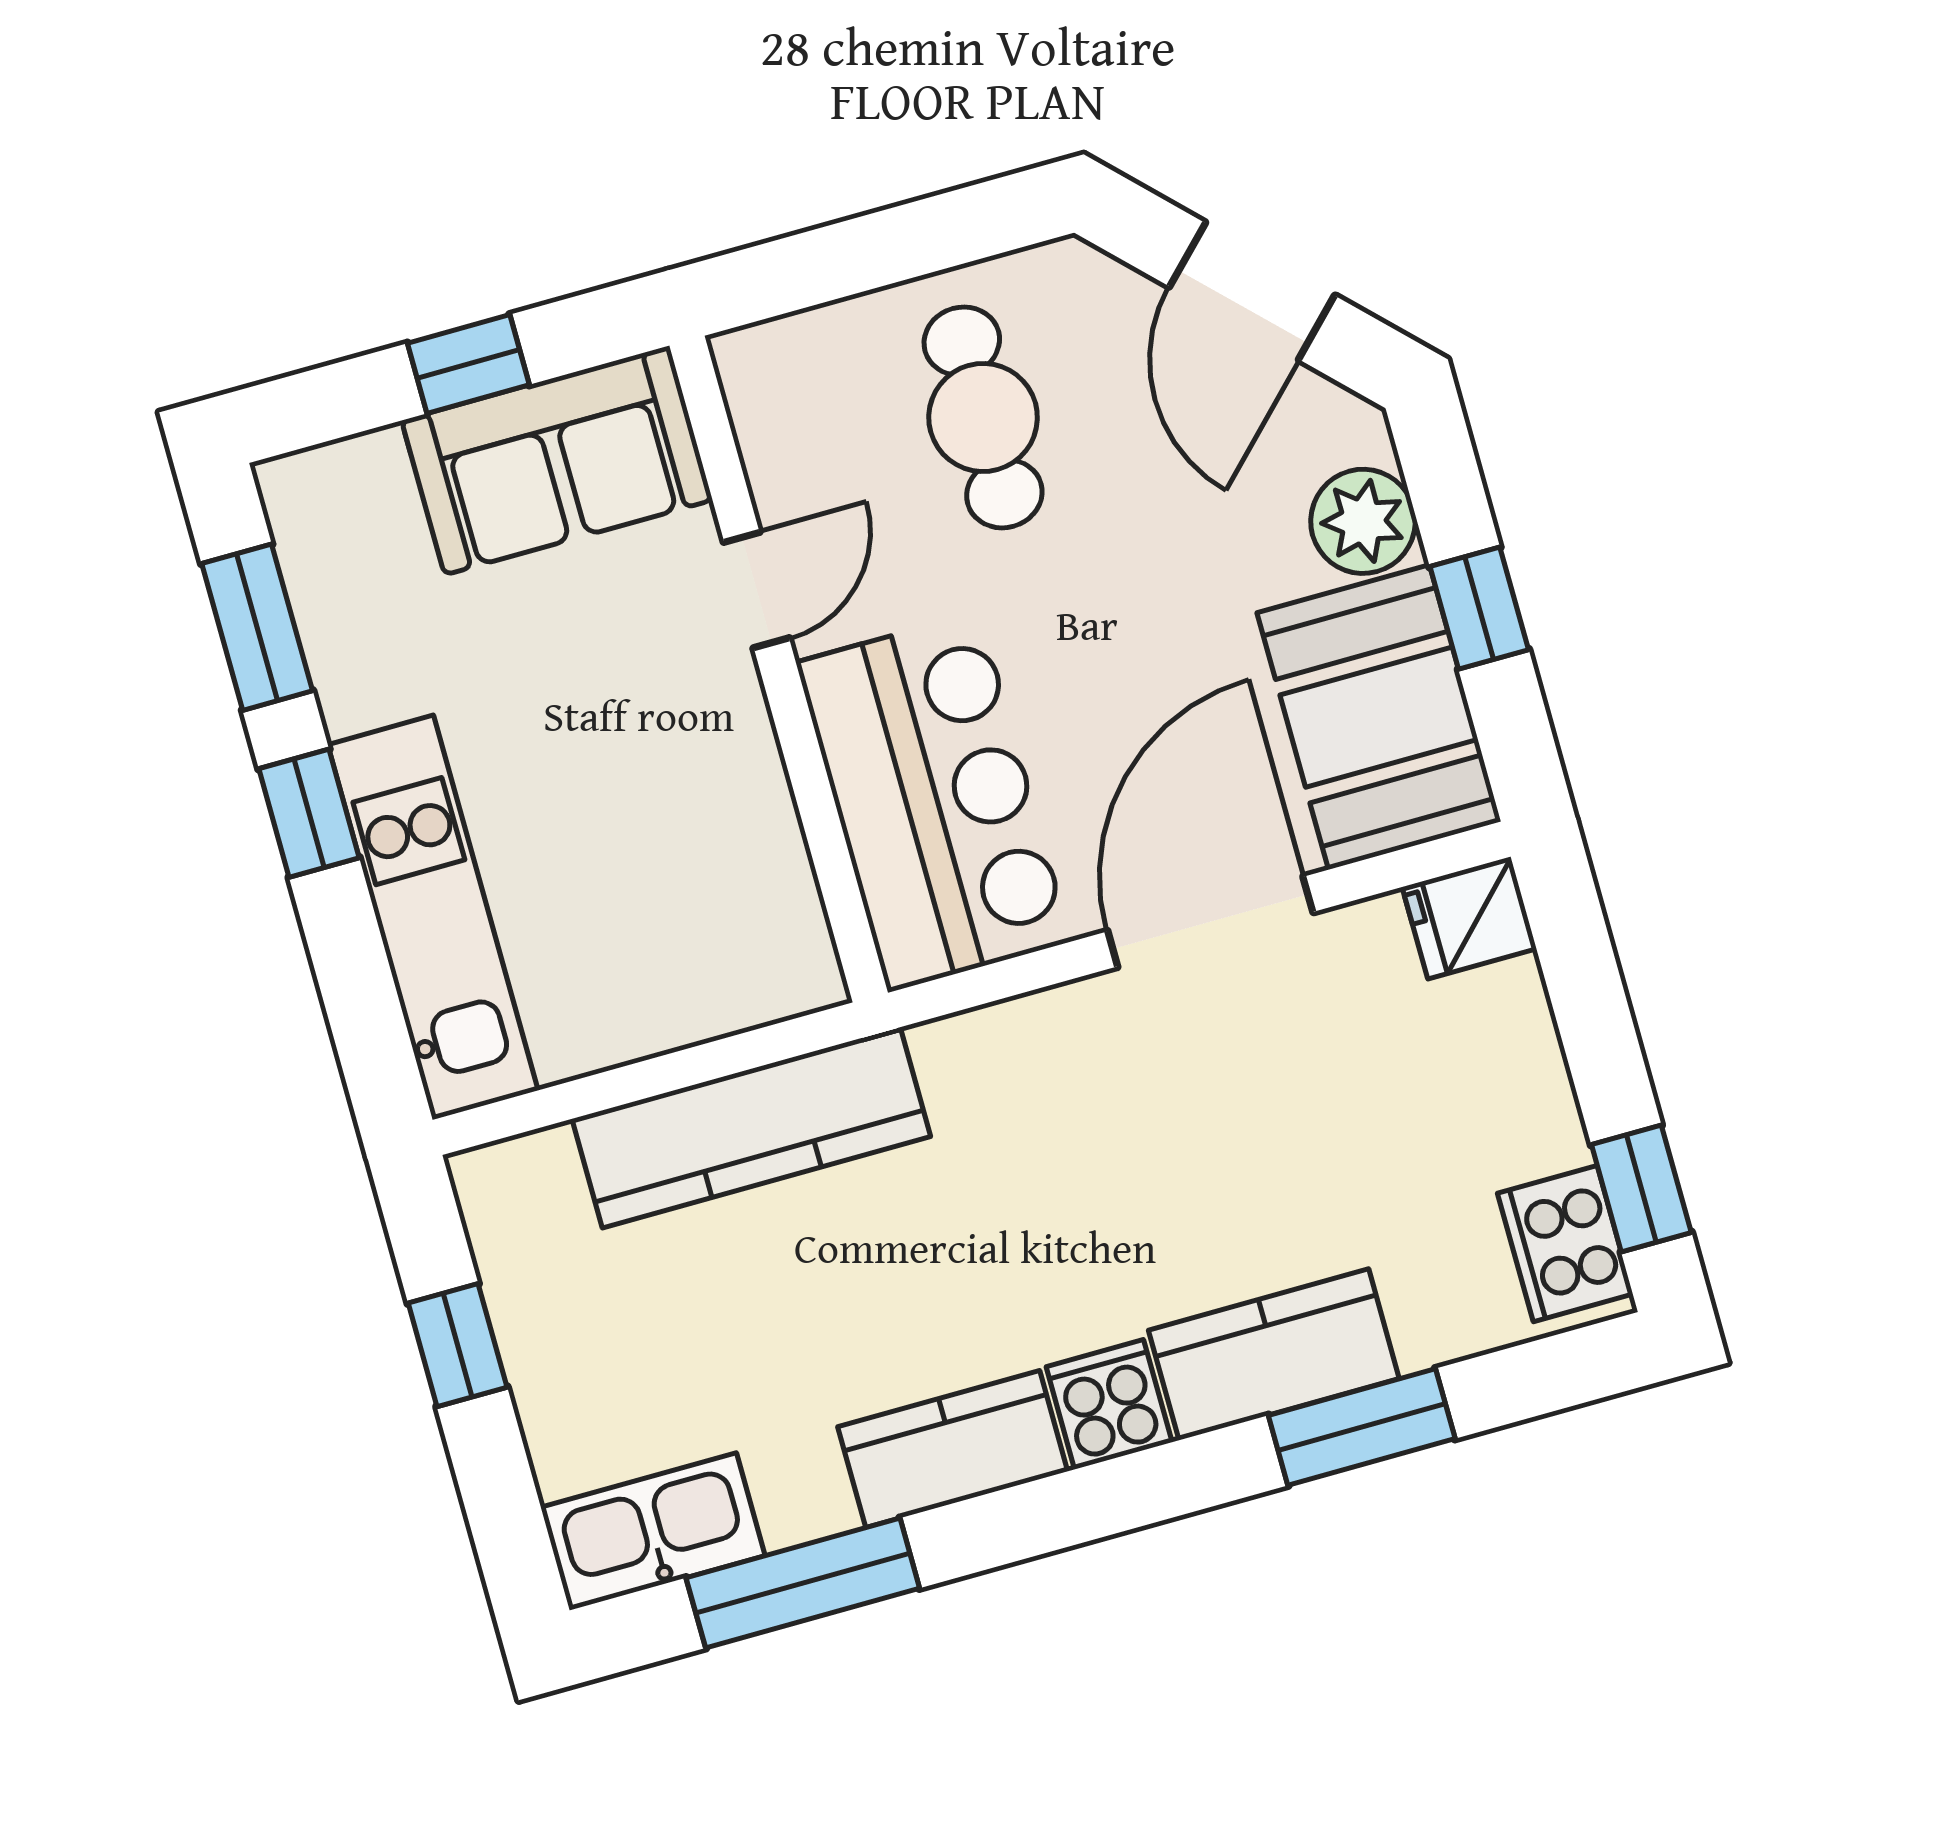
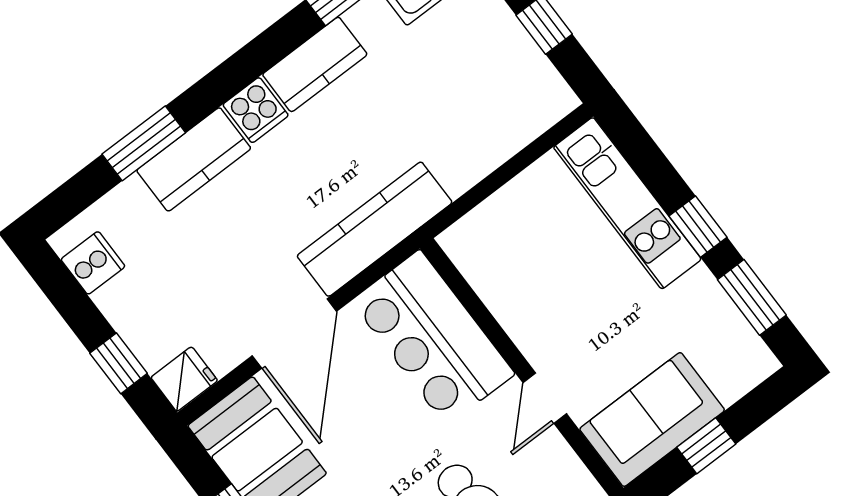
kitchen counter: (751, 1128) -> (375, 229), moved
window: (1641, 1189) -> (119, 363), moved
cooker: (1565, 1244) -> (93, 263), width x0.73

